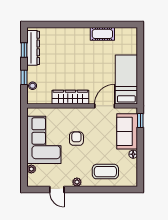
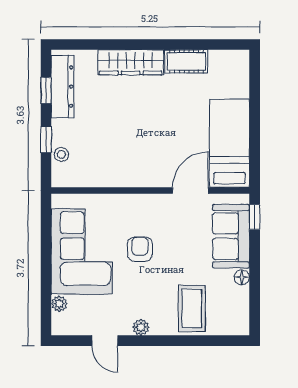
wardrobe: (70, 97) -> (131, 62), moved, turned 180
coffee table: (105, 172) -> (192, 308), turned 90

